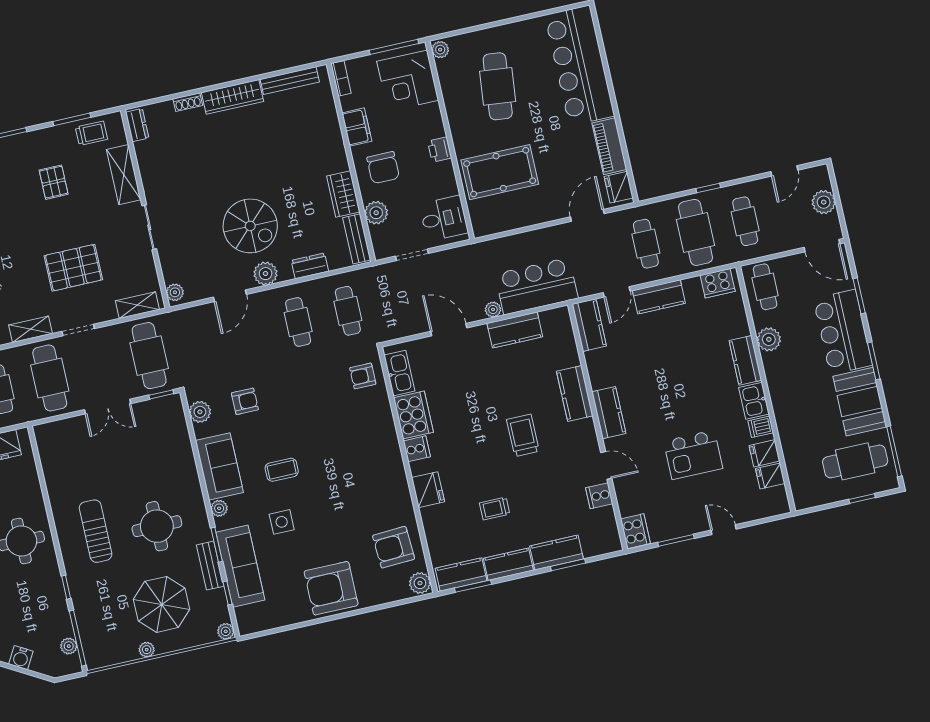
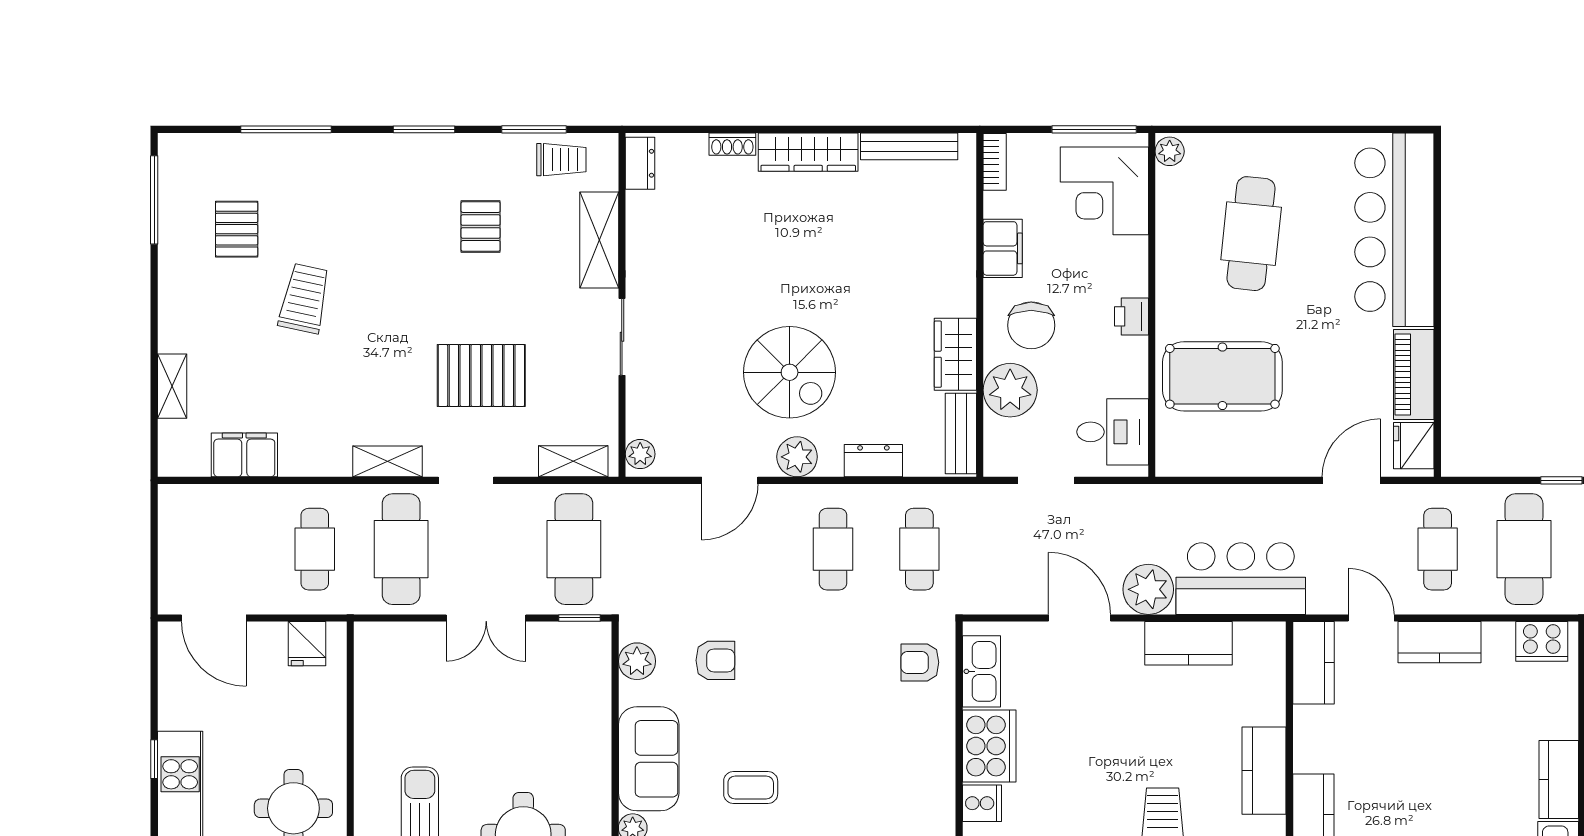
plant: (376, 213) -> (1010, 390), width x1.36, depth x1.36
door: (617, 292) -> (1371, 618), swing flipped
plant: (493, 310) -> (1148, 589), width x1.87, depth x1.87

